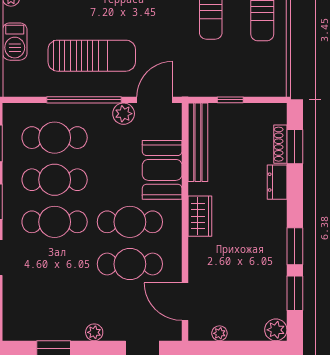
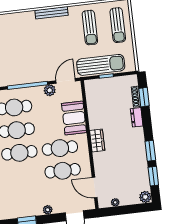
sun lounger: (92, 56) -> (101, 65), moved
bench: (198, 142) -> (91, 101), removed

